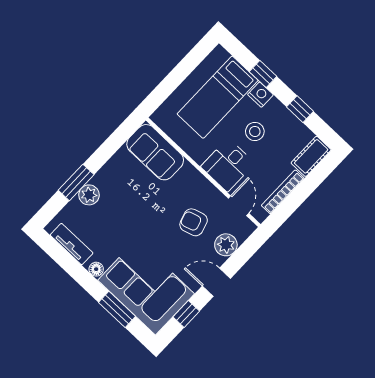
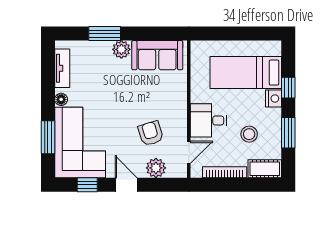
window: (300, 109) -> (288, 133), width x1.50
stool: (255, 131) -> (249, 134), moved
sofa: (155, 152) -> (157, 55), moved, turned -90
plant: (89, 195) -> (121, 49), moved

